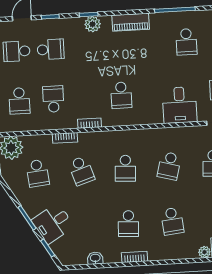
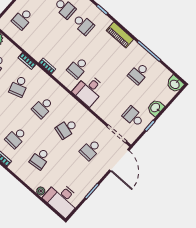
plant: (93, 24) -> (99, 17), removed
school desk: (53, 99) -> (83, 24), moved, turned 90
desk: (180, 105) -> (89, 90), moved

